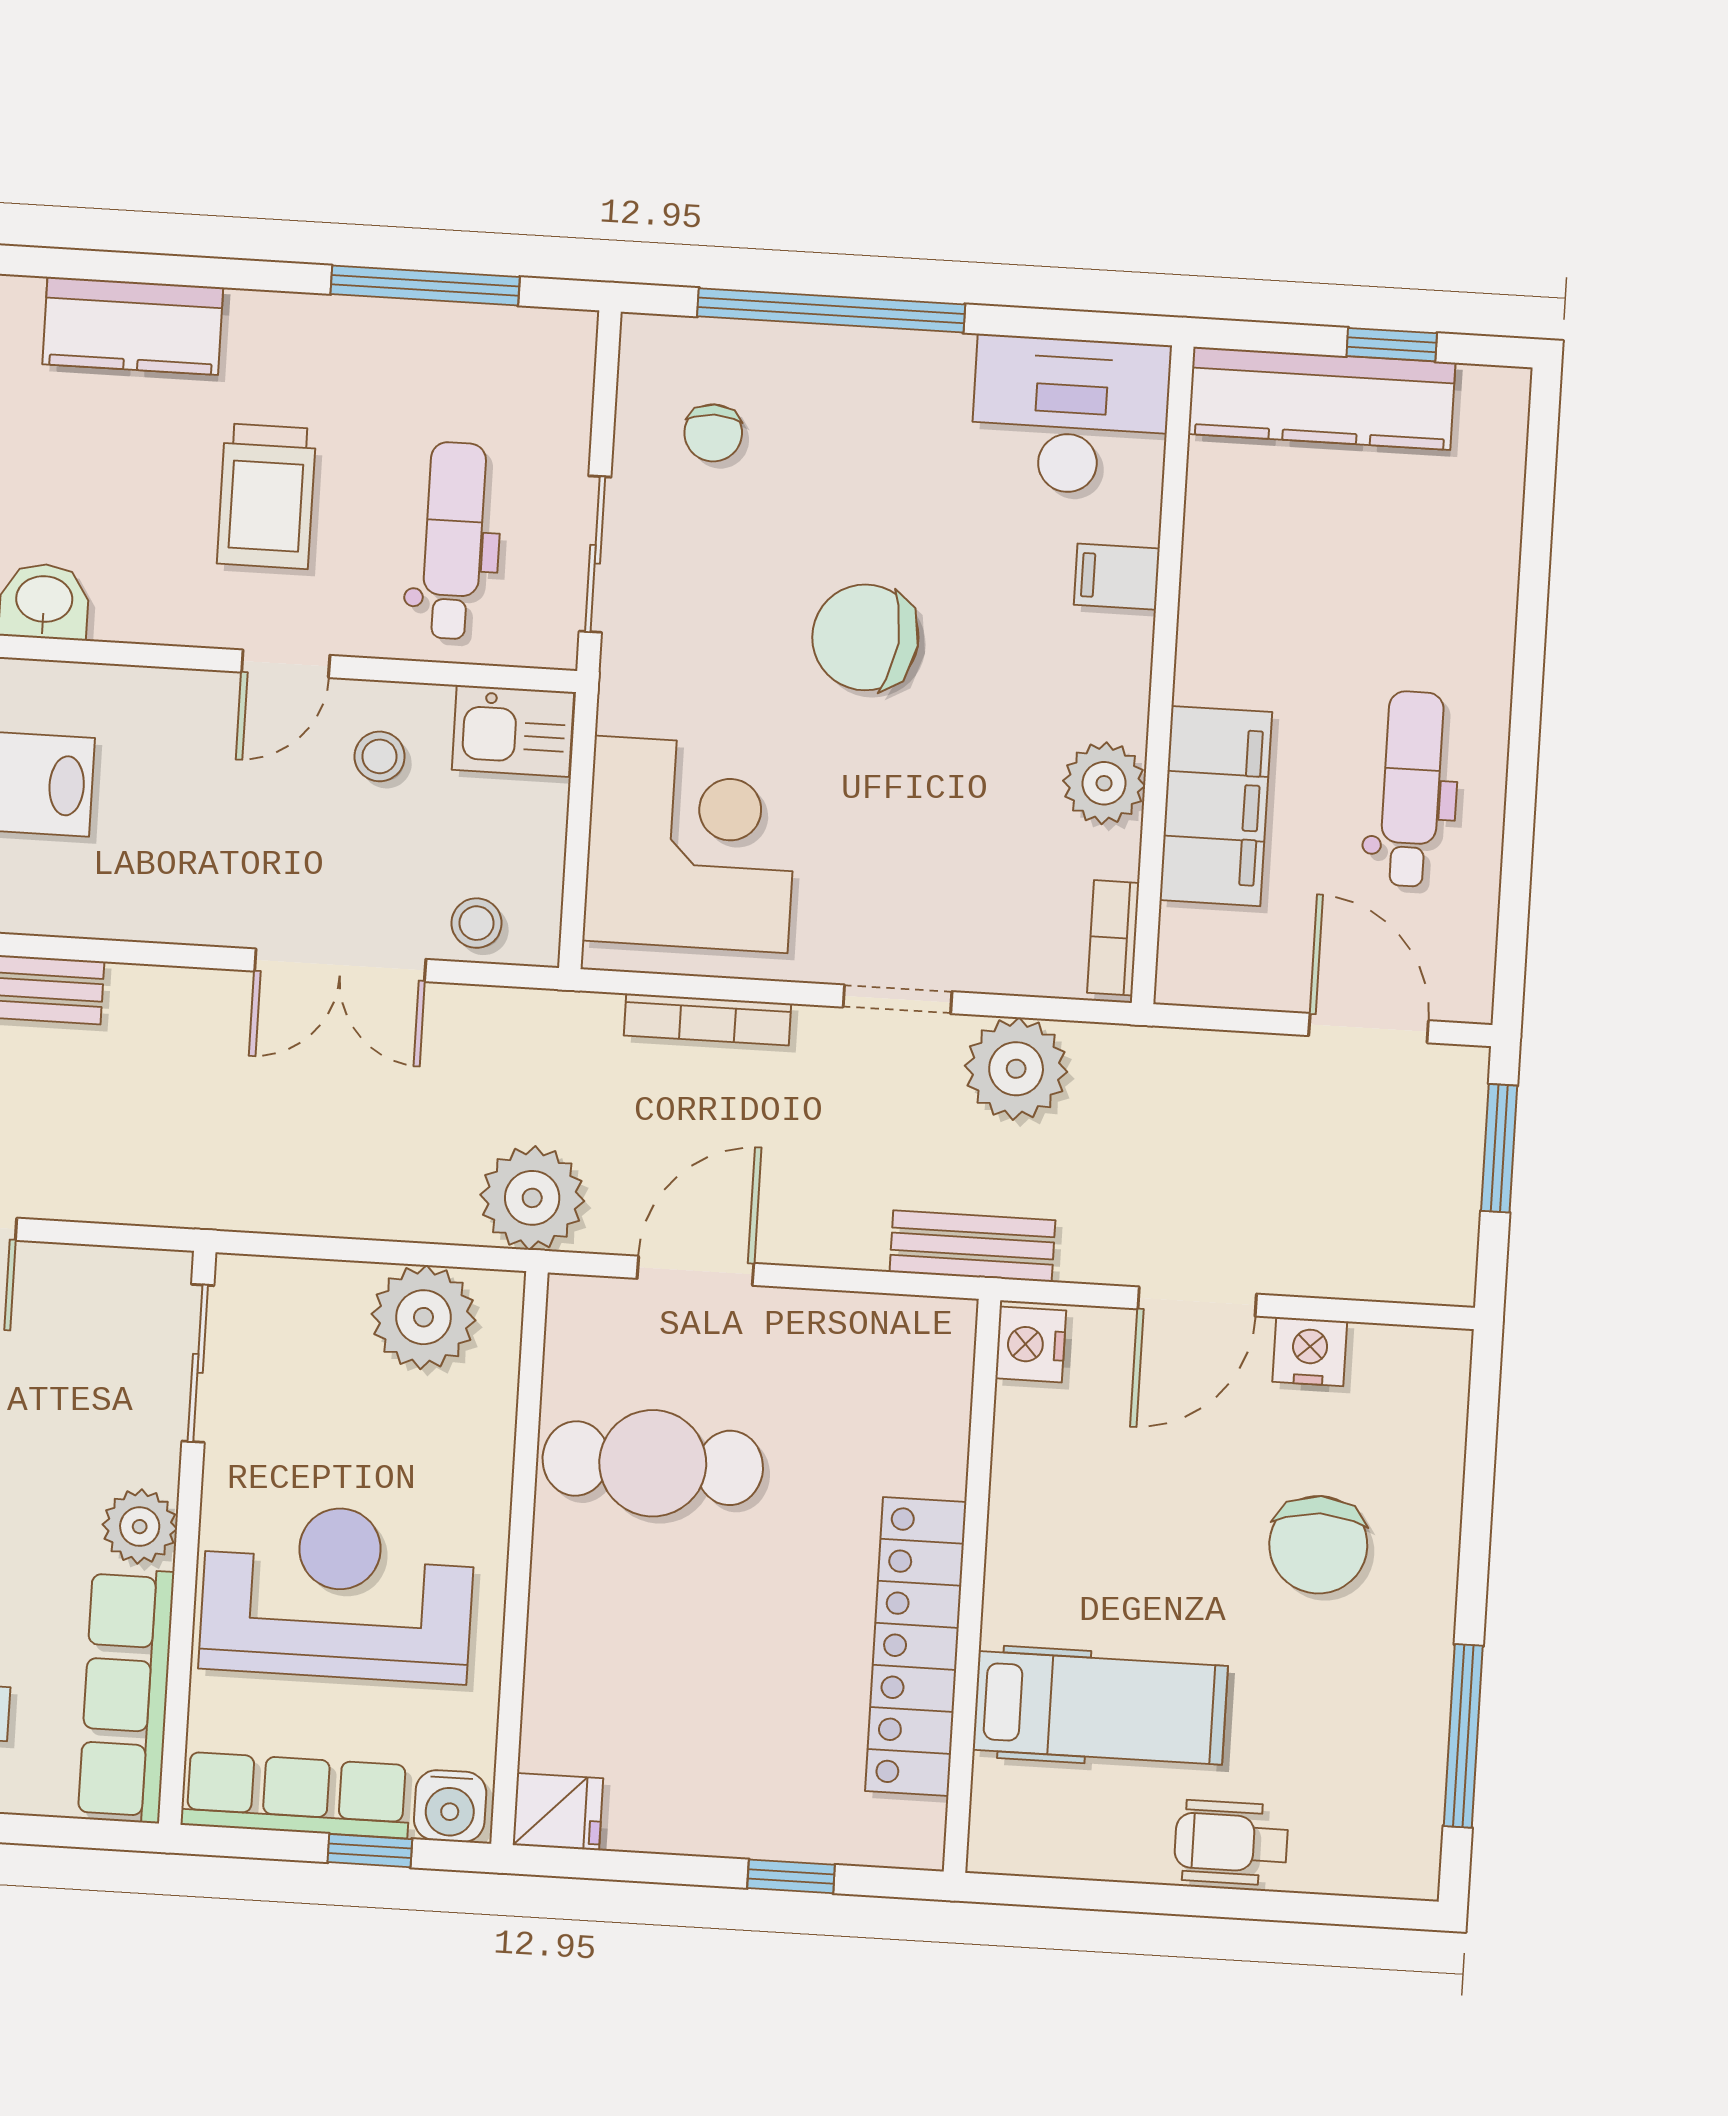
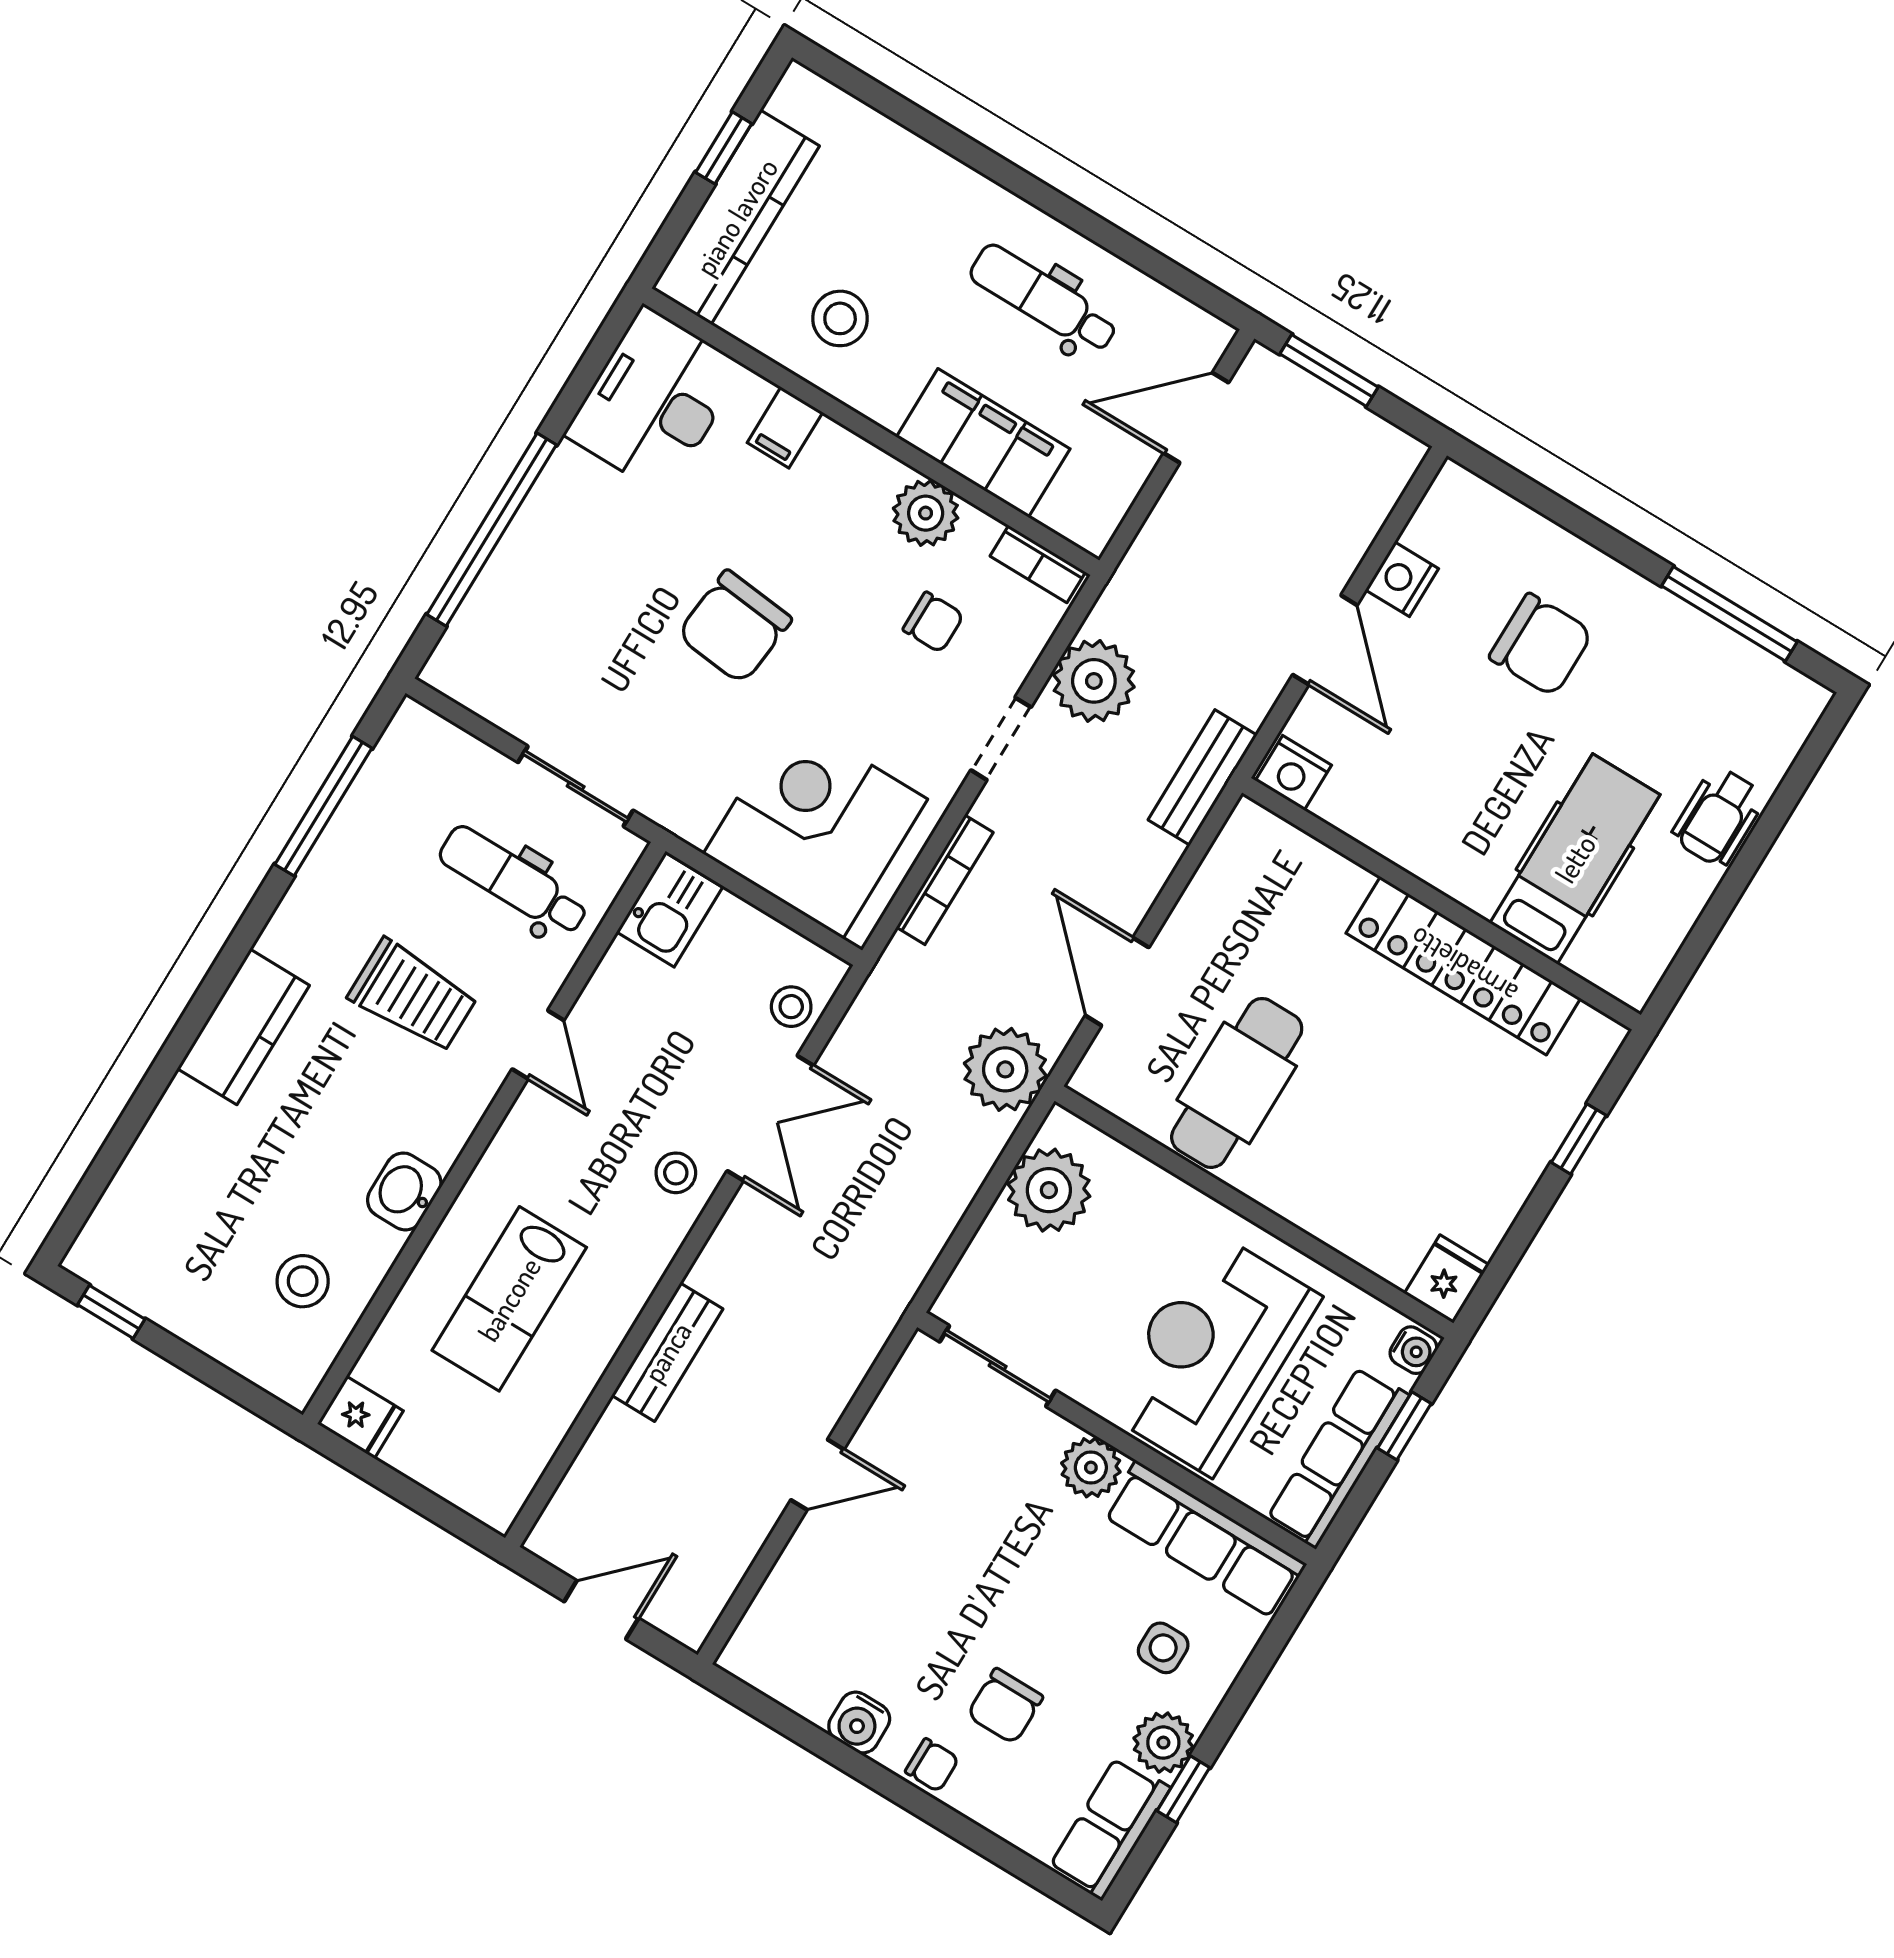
chair: (713, 433) -> (933, 622), moved
stool: (1270, 574) -> (840, 318), added
stool: (380, 756) -> (676, 1173), moved
water cooler: (450, 1806) -> (1413, 1350), width x0.72, depth x0.72

